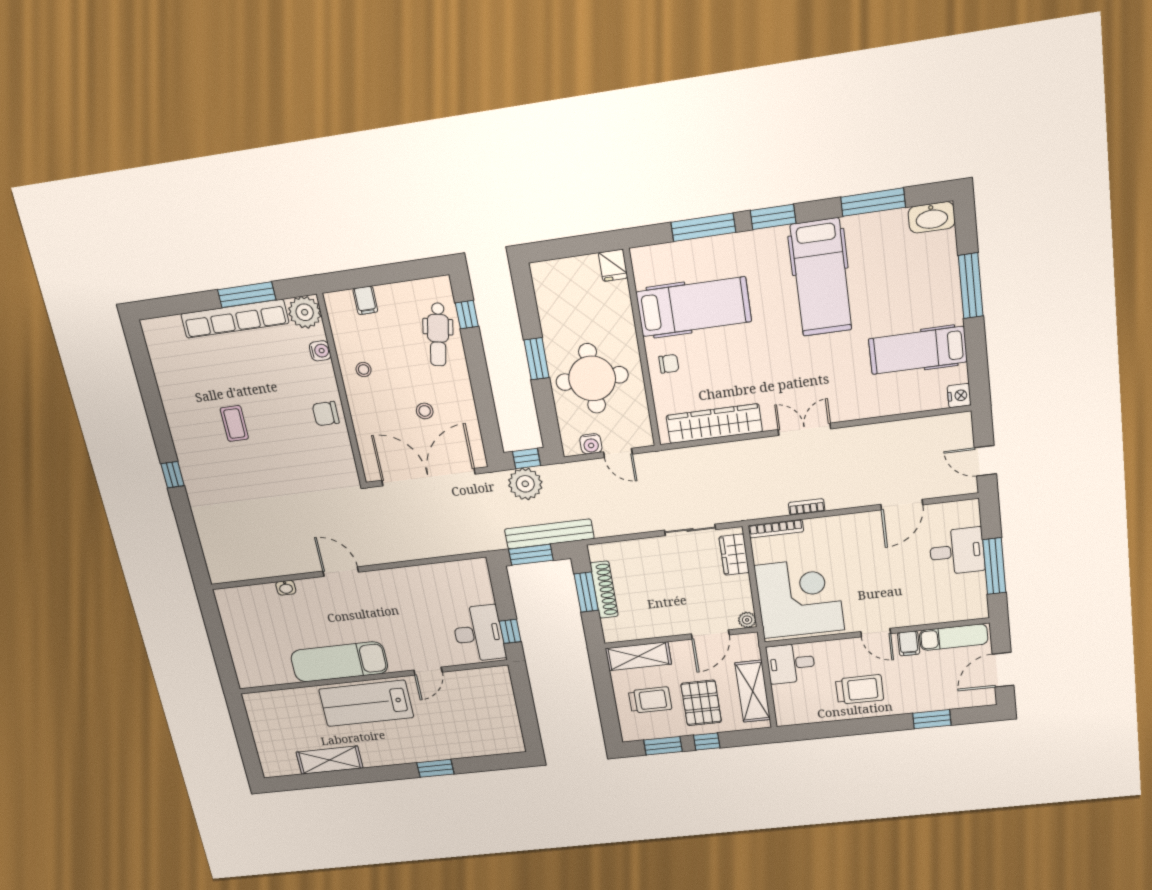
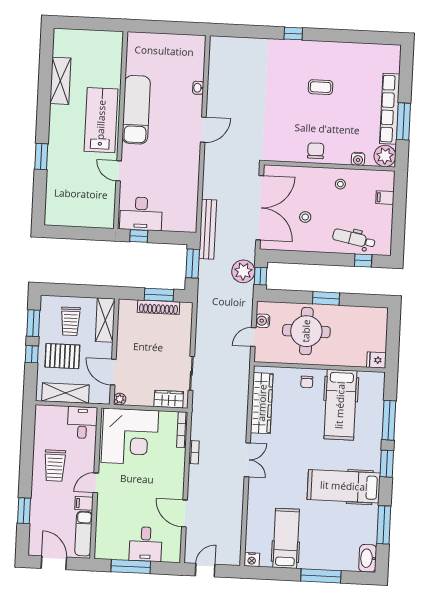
bench: (549, 534) -> (208, 229), moved

